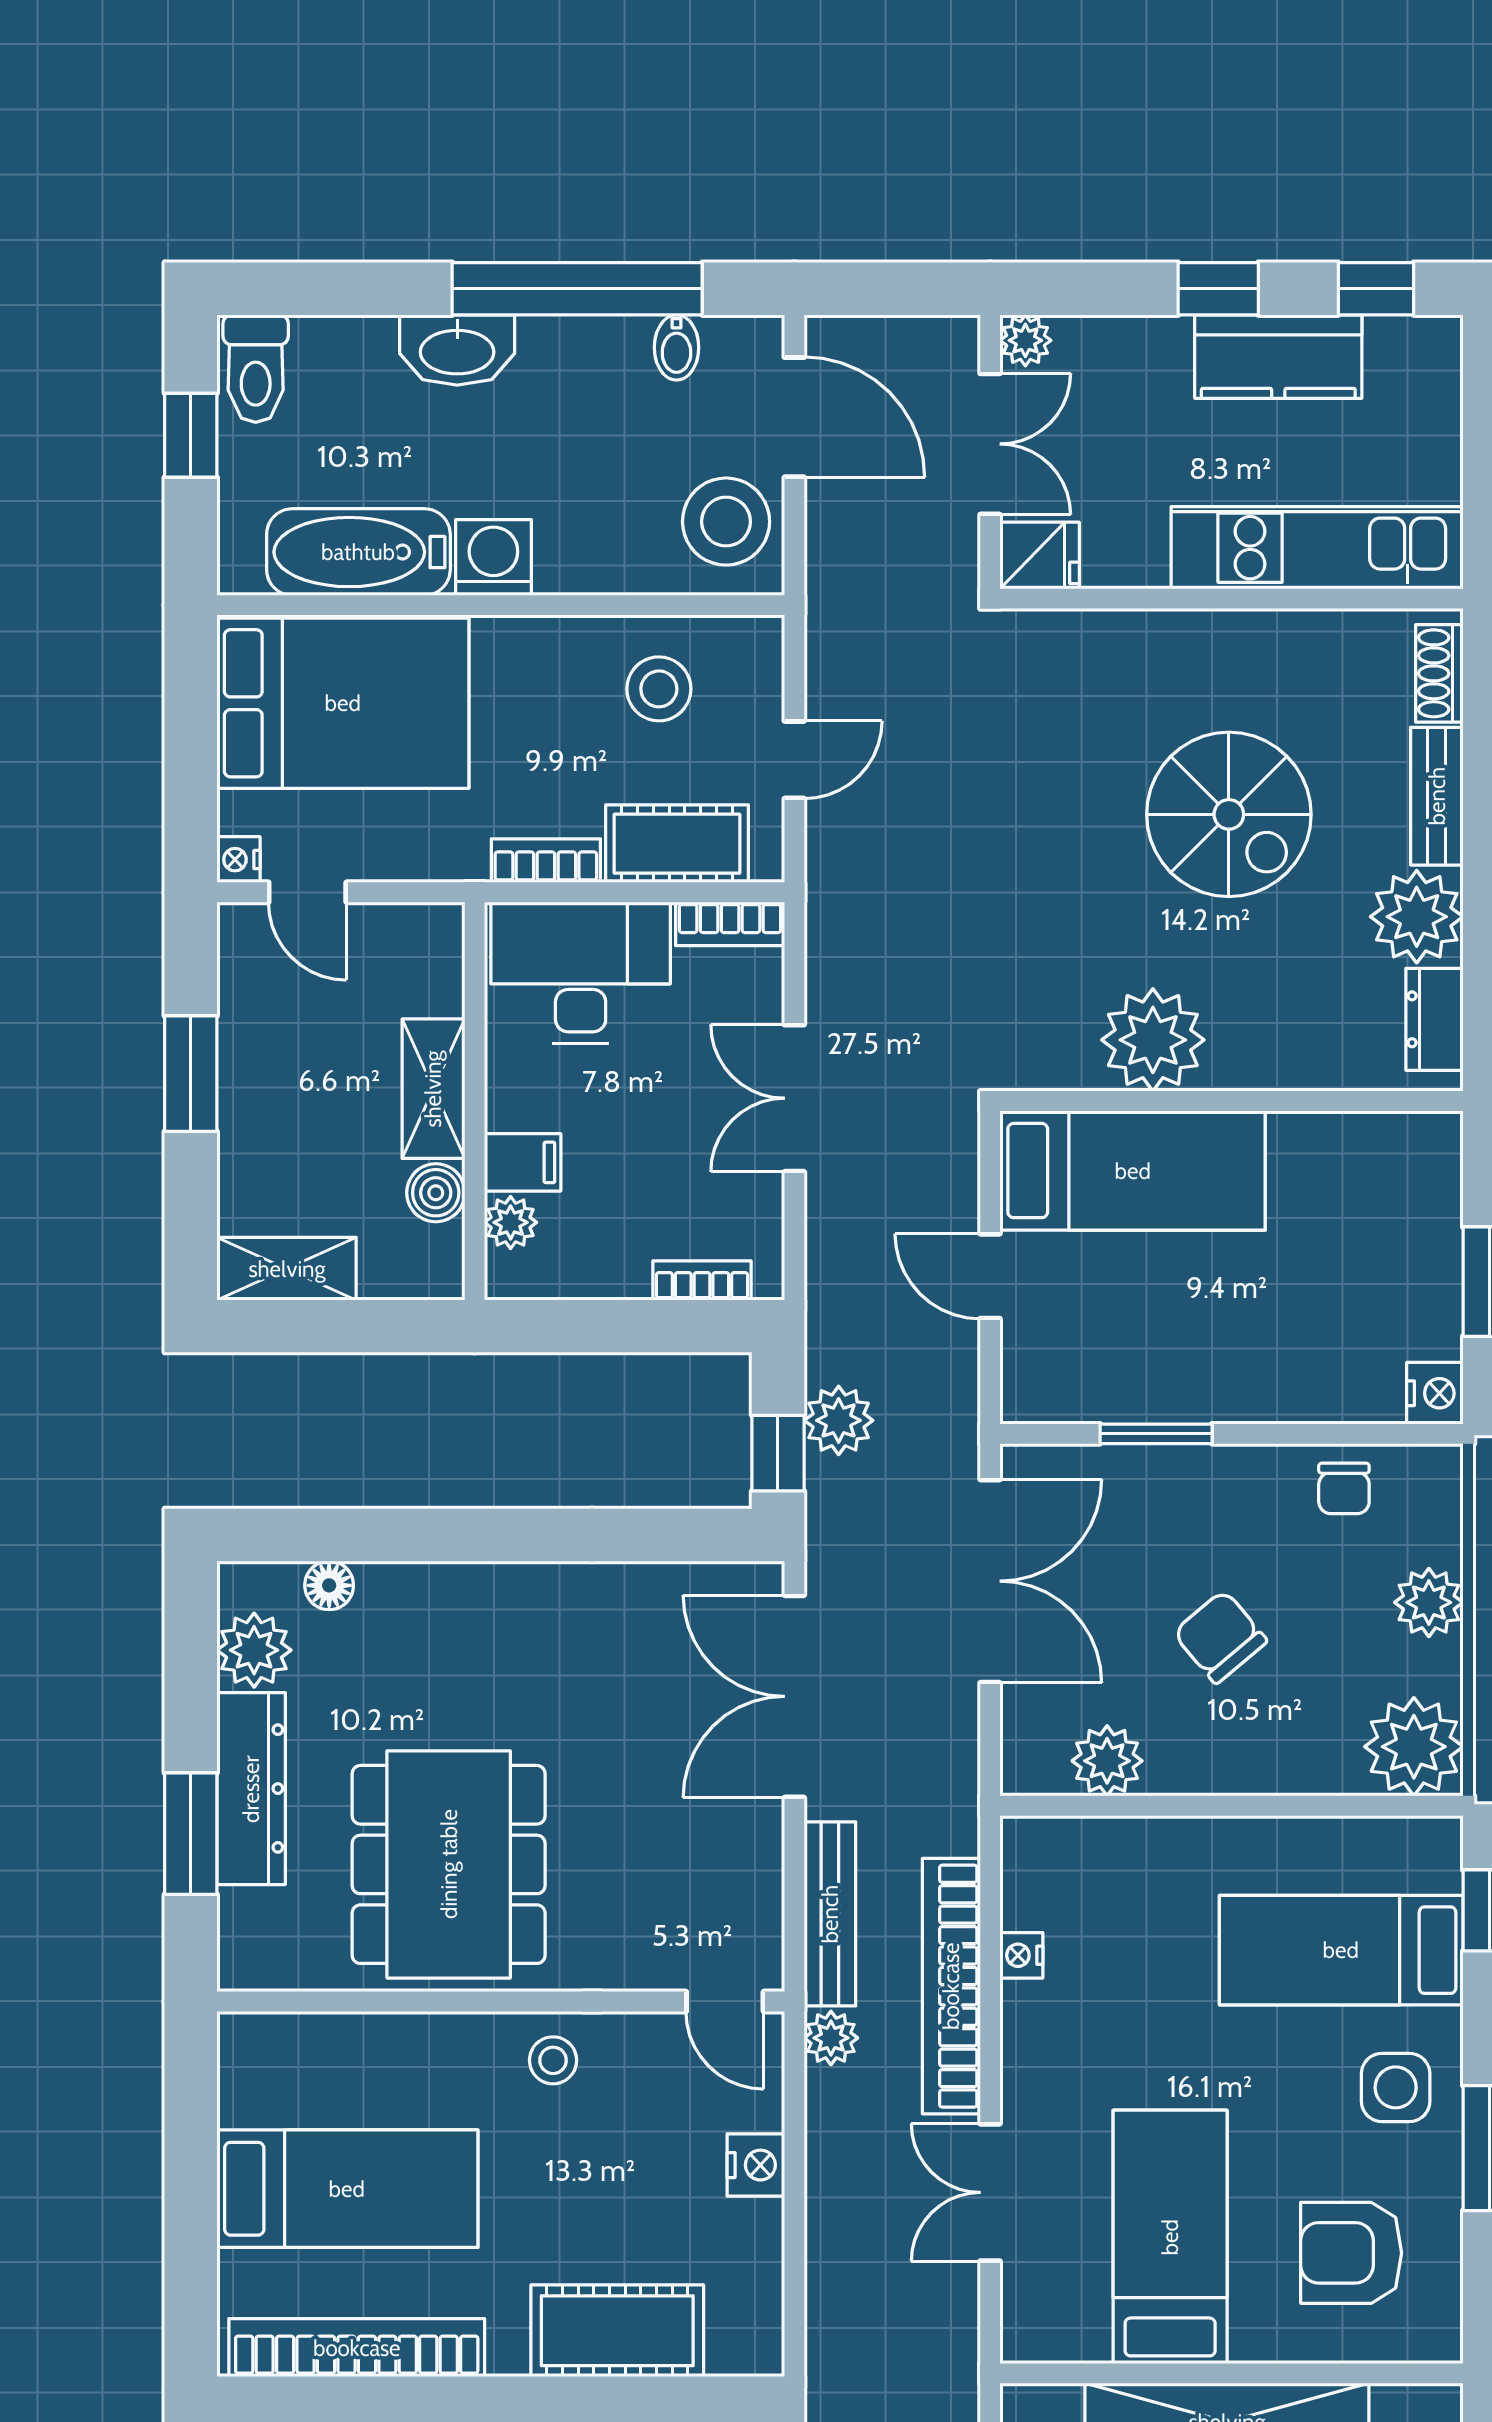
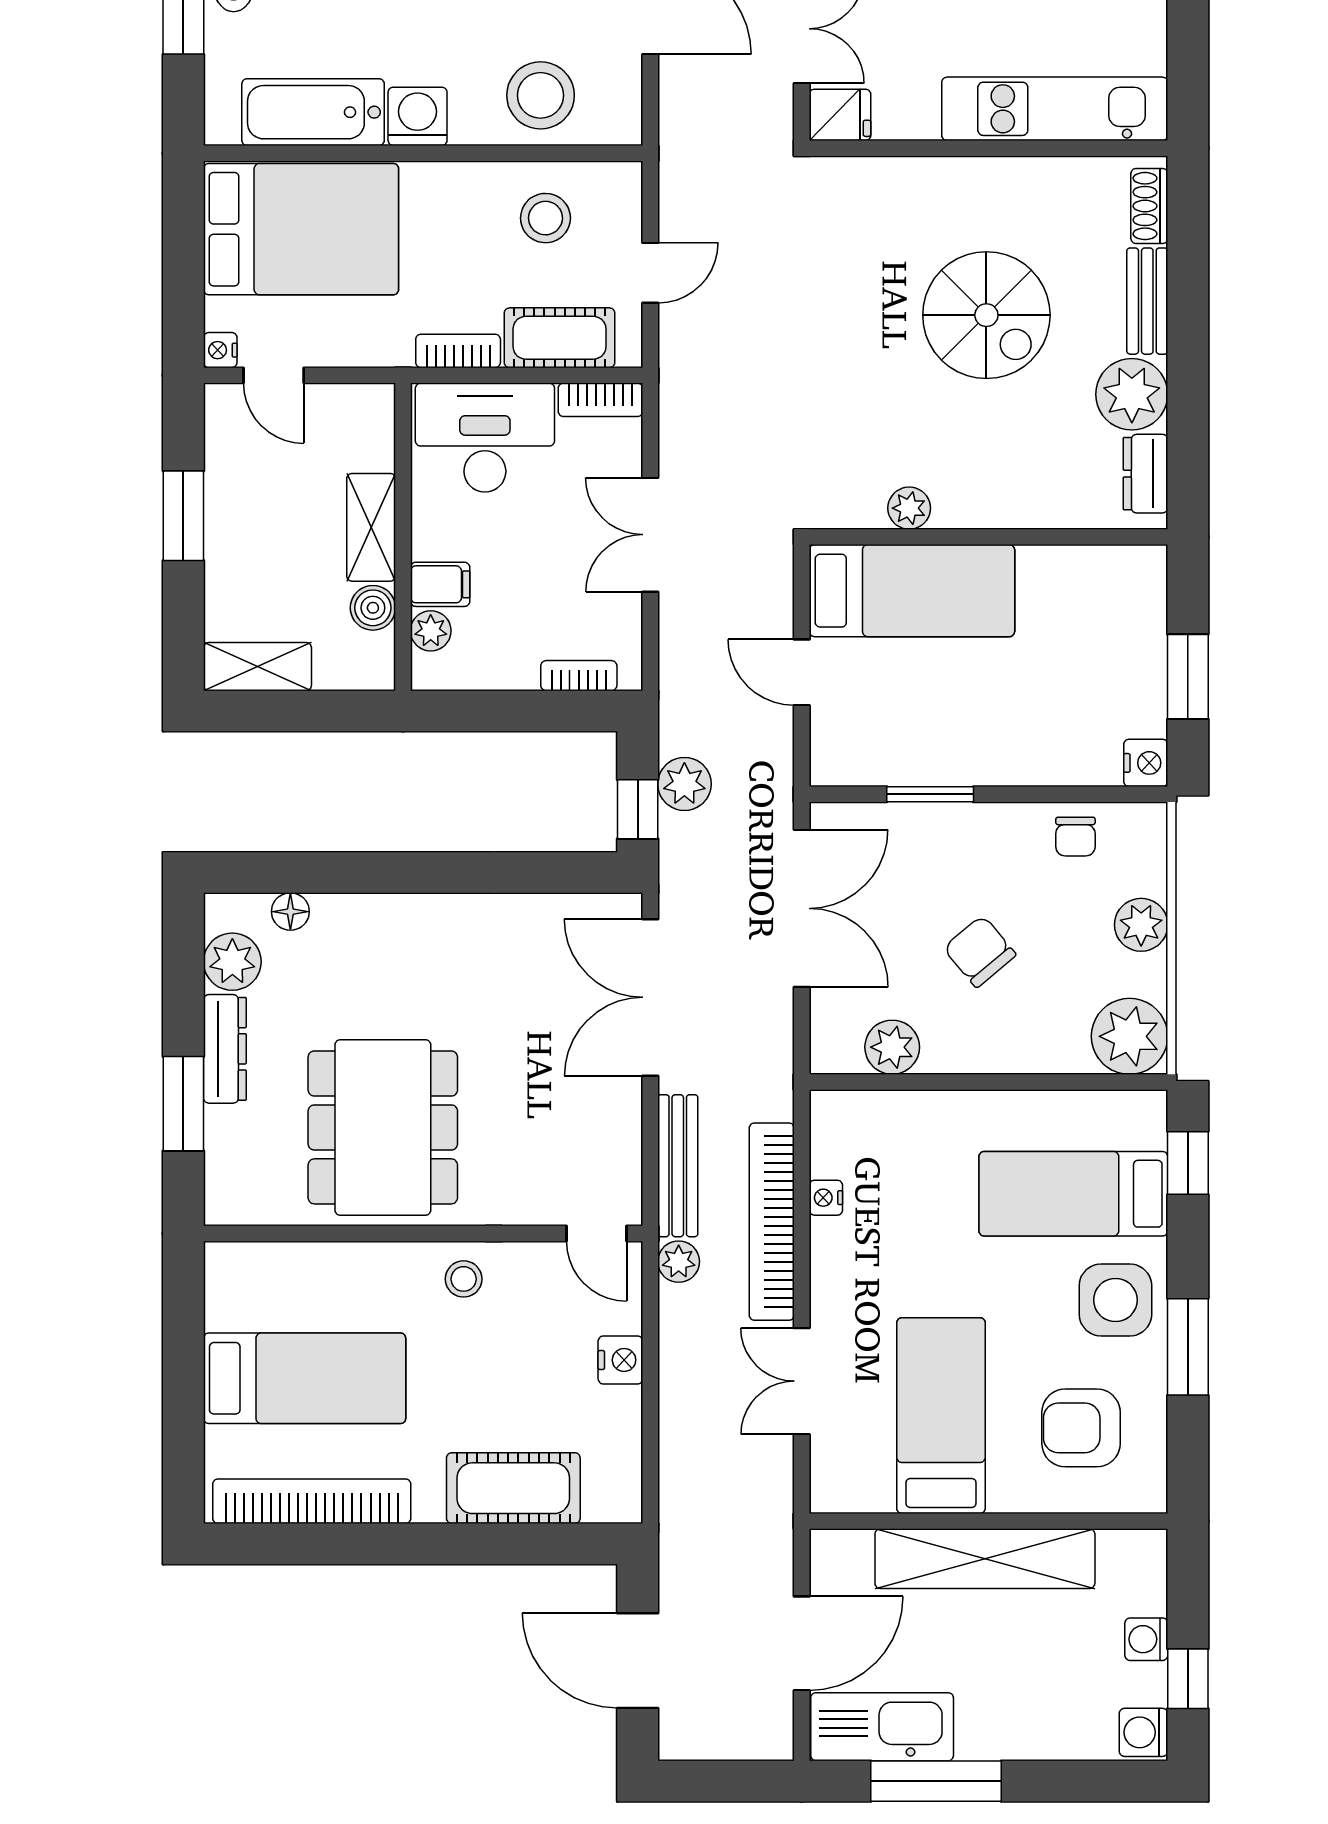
stool: (726, 522) -> (541, 95), moved
plant: (1153, 1040) -> (909, 508), width x0.53, depth x0.53
dresser: (251, 1789) -> (225, 1049), width x0.73, depth x0.80
side table: (1396, 2087) -> (1115, 1300), width x1.37, depth x1.37

